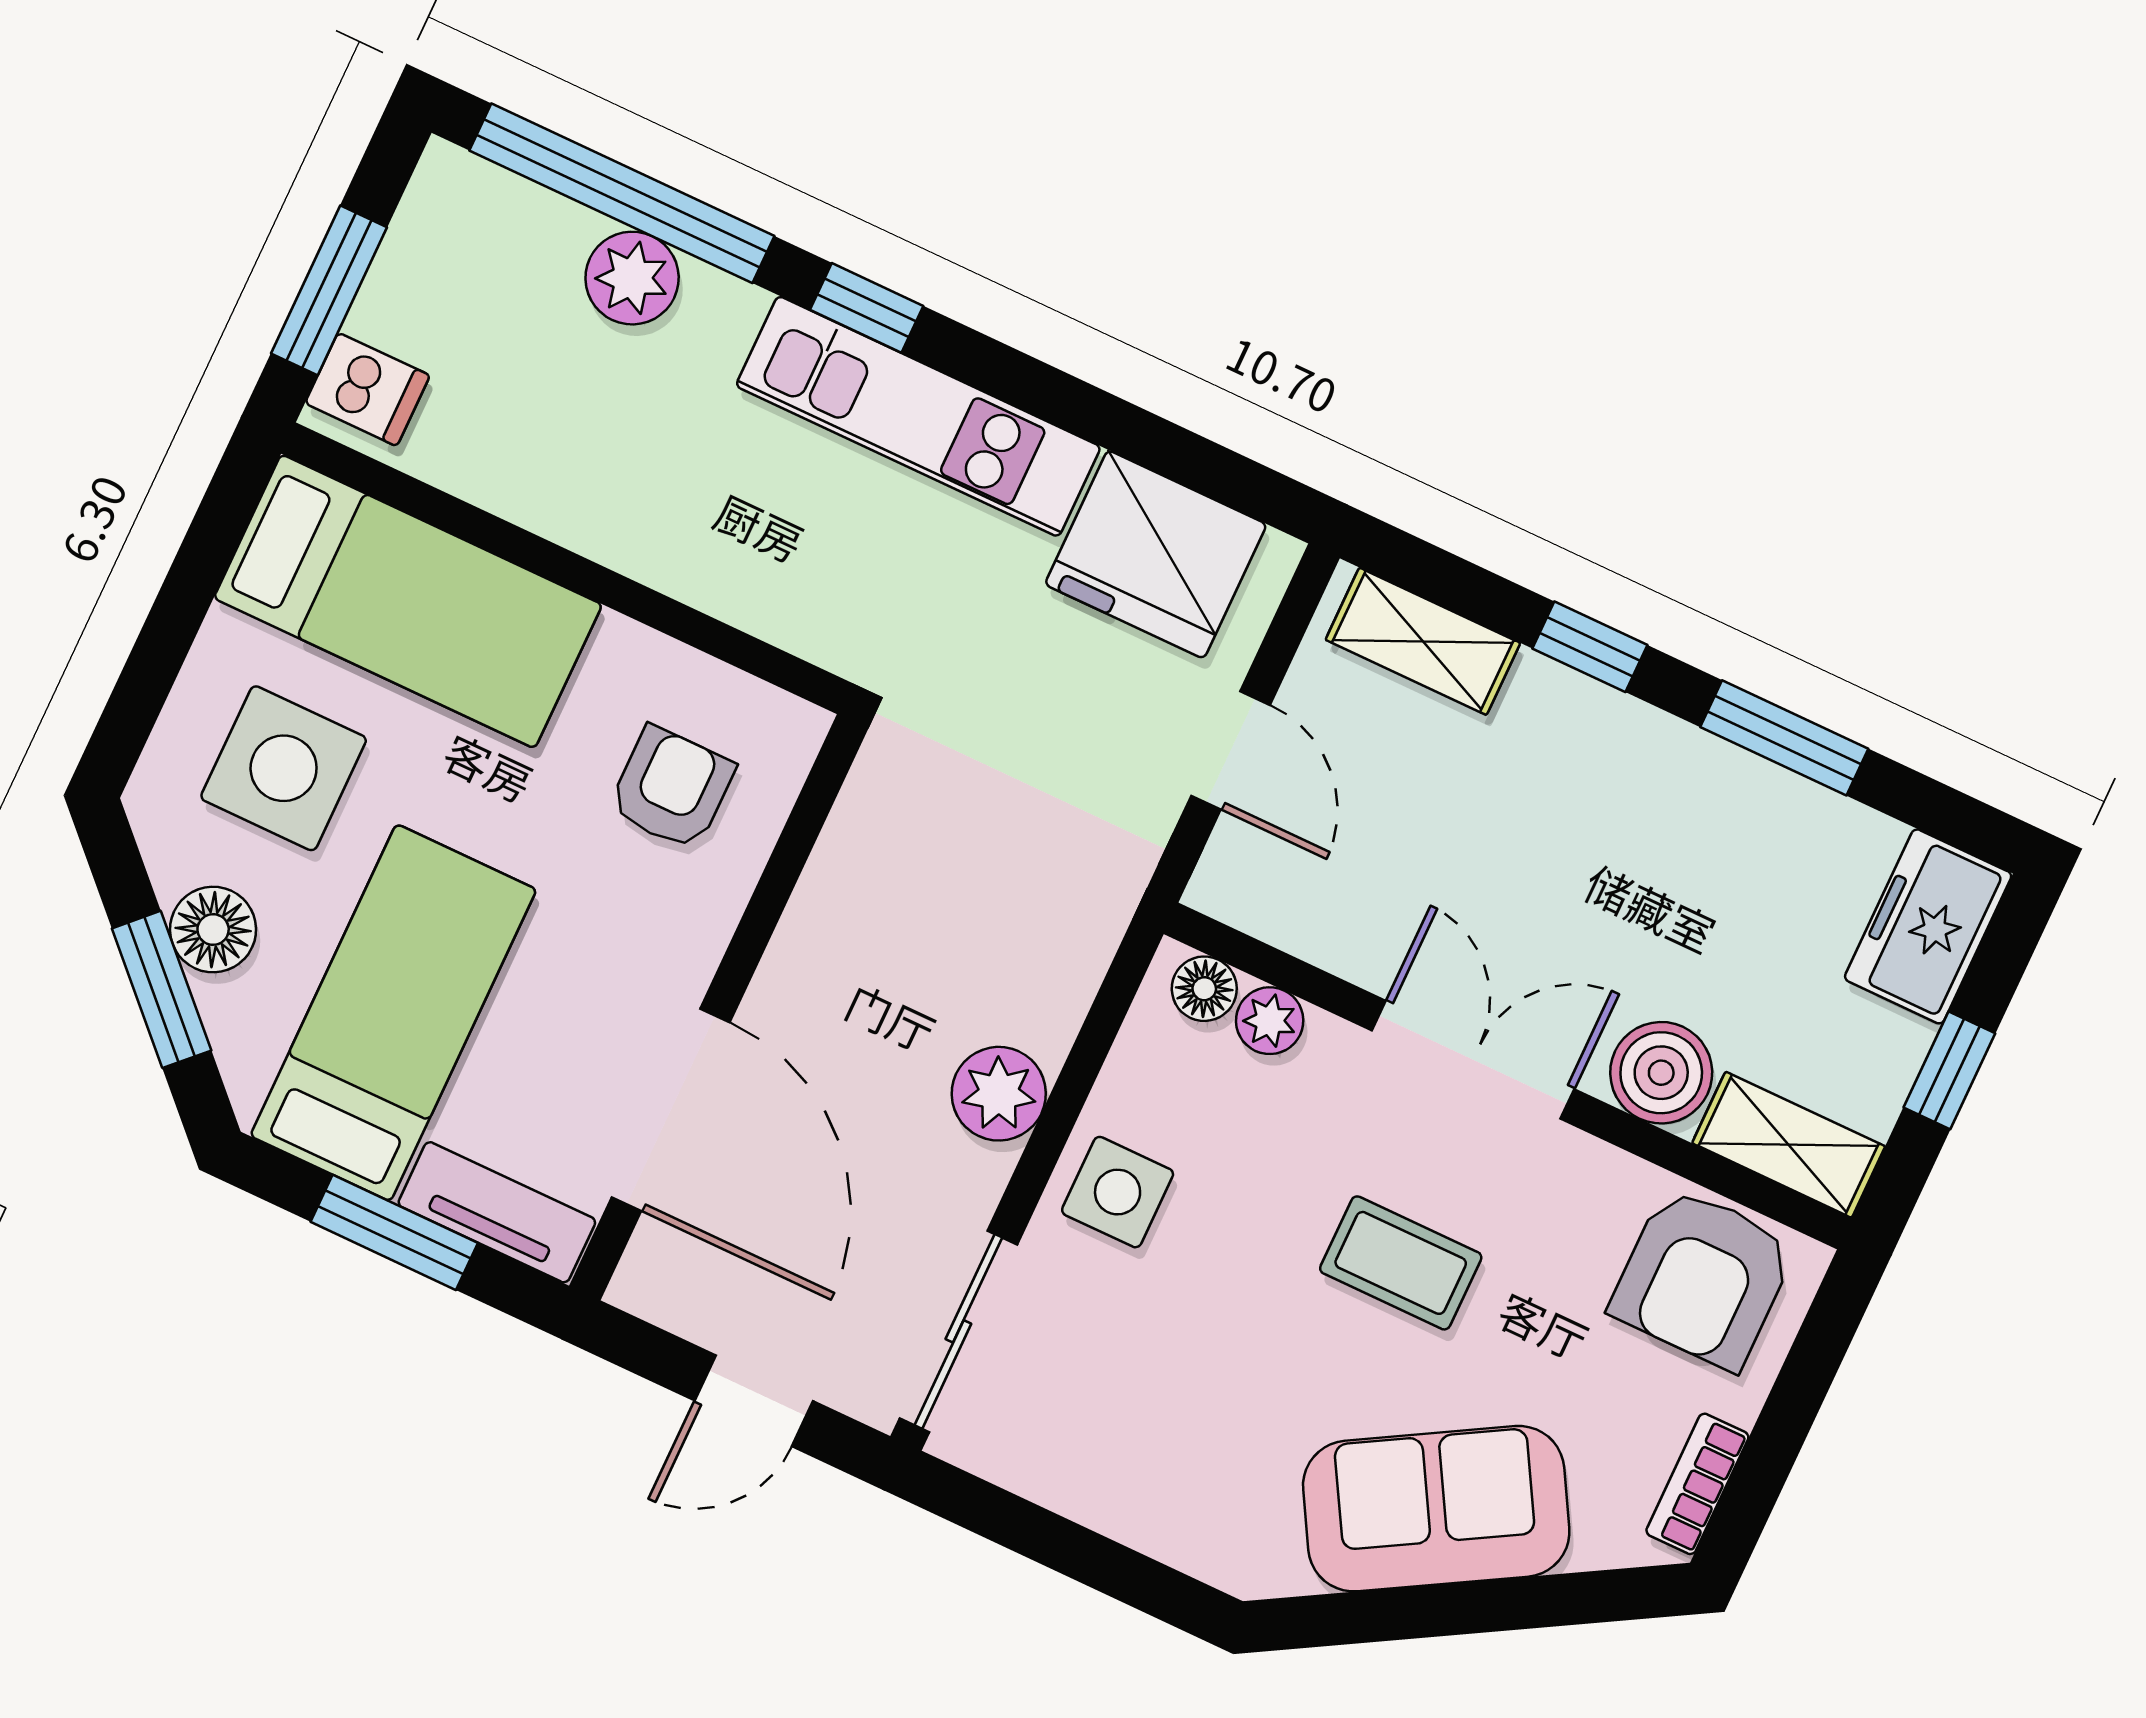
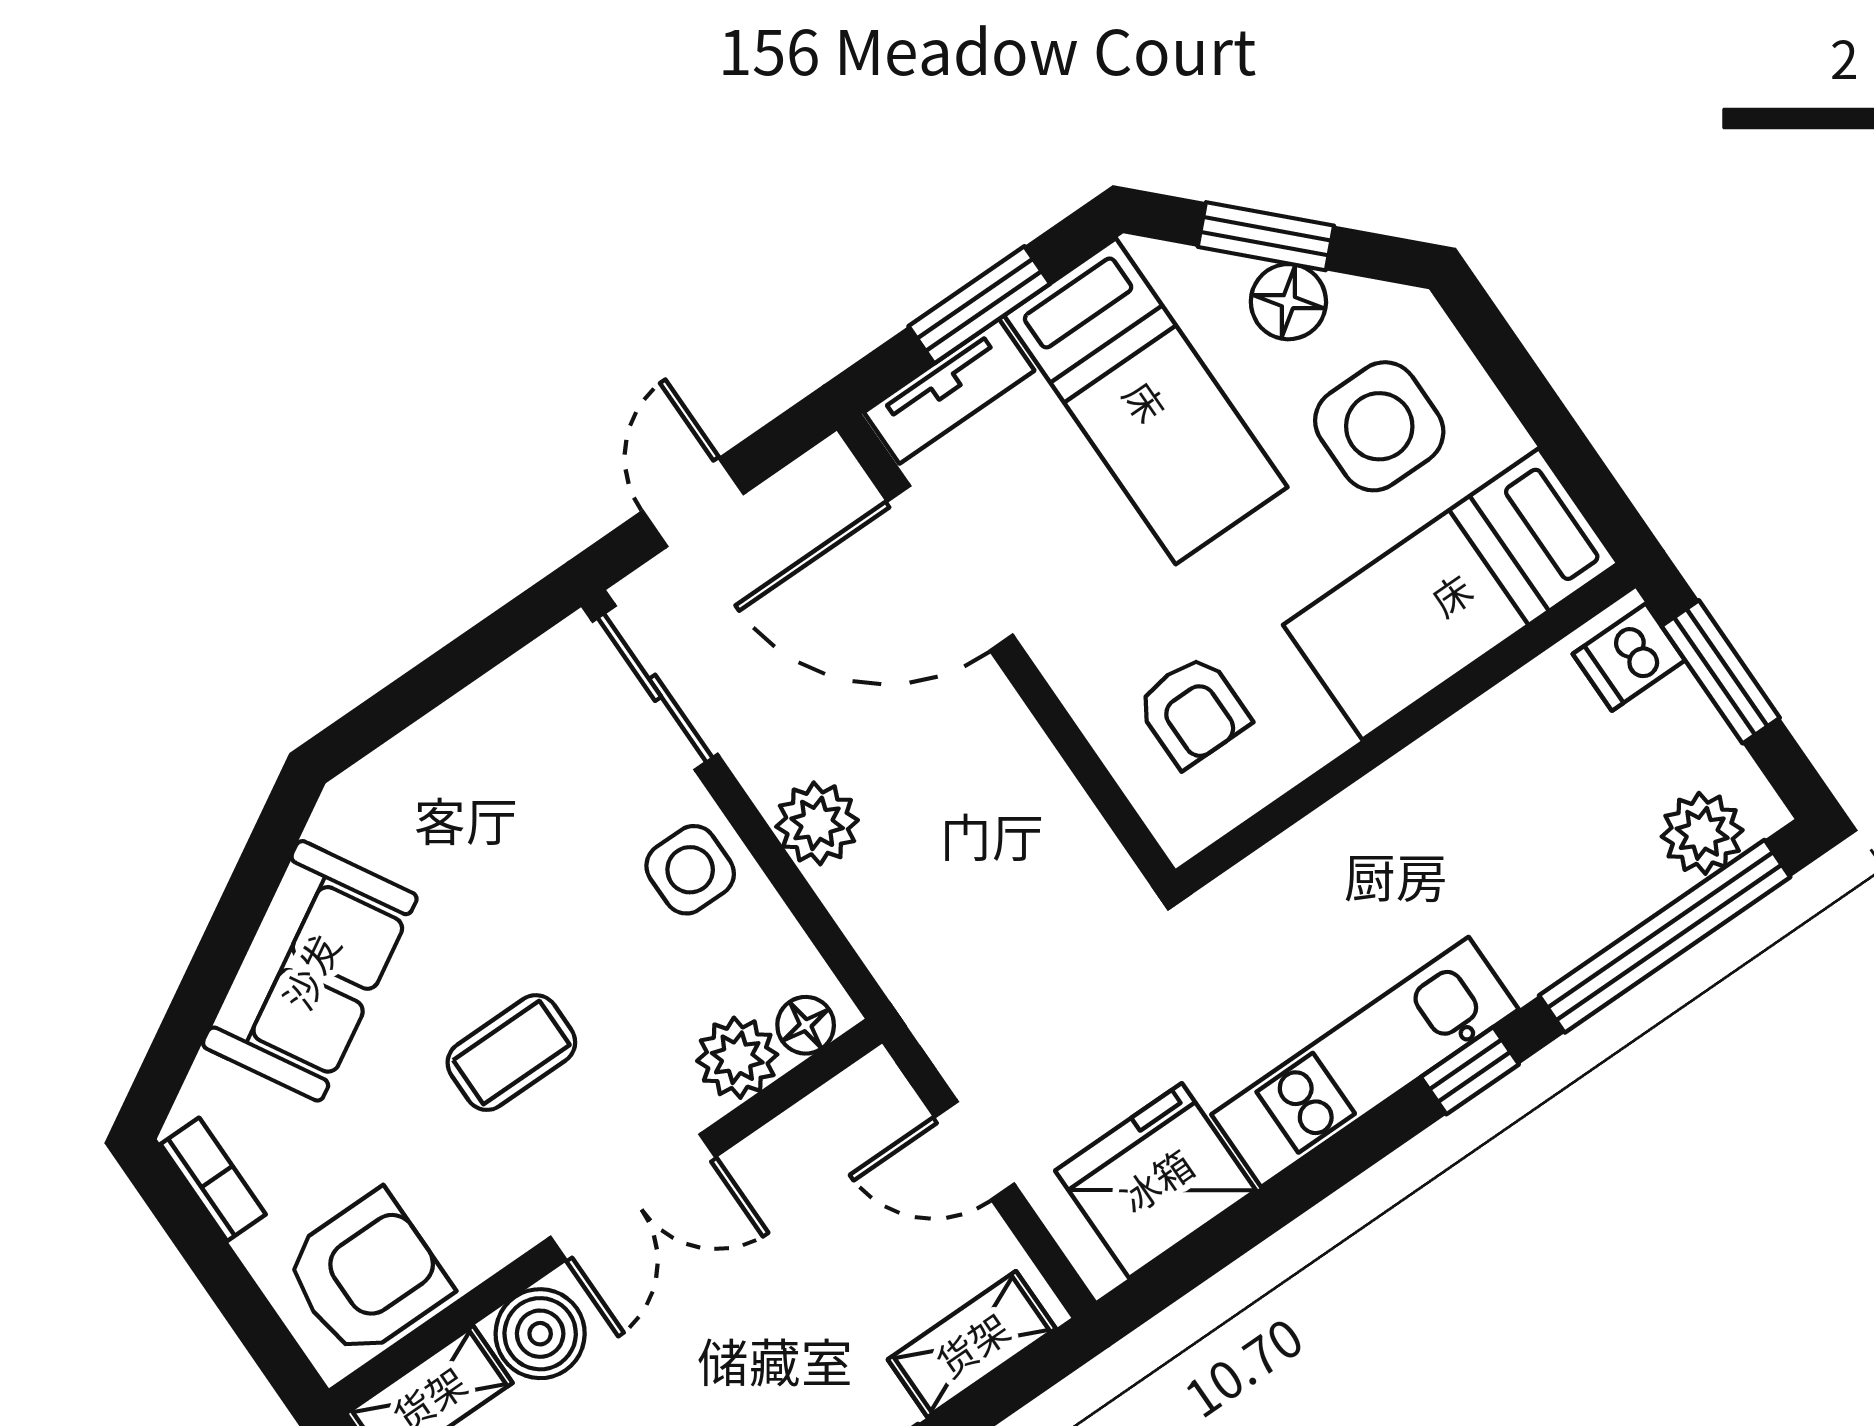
plant: (632, 278) -> (1702, 833), moved
plant: (1270, 1021) -> (737, 1058), width x1.38, depth x1.38
armchair: (1703, 1278) -> (367, 1275), turned 90

